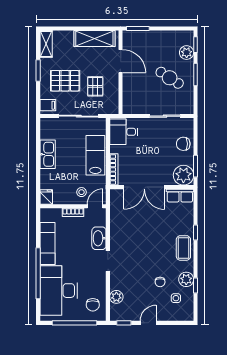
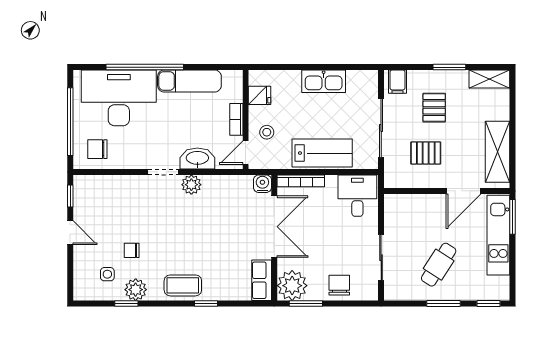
kitchen unit: (150, 38) -> (498, 235), added
plant: (187, 53) -> (476, 290), removed
pallet: (65, 81) -> (434, 108), width x0.67, depth x0.71
double door: (144, 187) -> (274, 227), swing flipped
water cooler: (116, 195) -> (262, 184), added
fridge: (46, 197) -> (259, 95), moved
door: (95, 206) -> (246, 153), swing flipped
plant: (116, 297) -> (191, 185), moved

